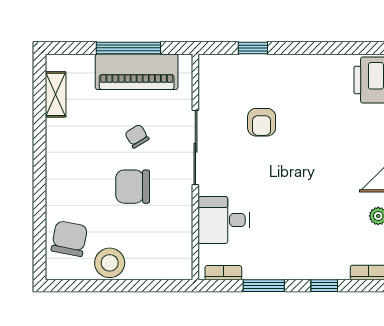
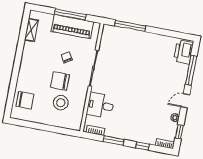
window: (253, 48) -> (130, 26), width x2.17
armchair: (262, 122) -> (127, 62), removed
chair: (69, 239) -> (25, 100), turned 79
stool: (110, 263) -> (61, 103), moved

